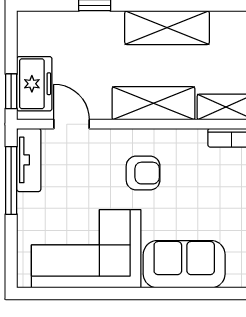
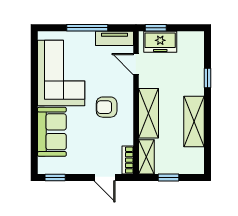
door: (72, 124) -> (136, 64), swing flipped
armchair: (143, 173) -> (107, 107), turned 90
window: (11, 180) -> (87, 28), moved

